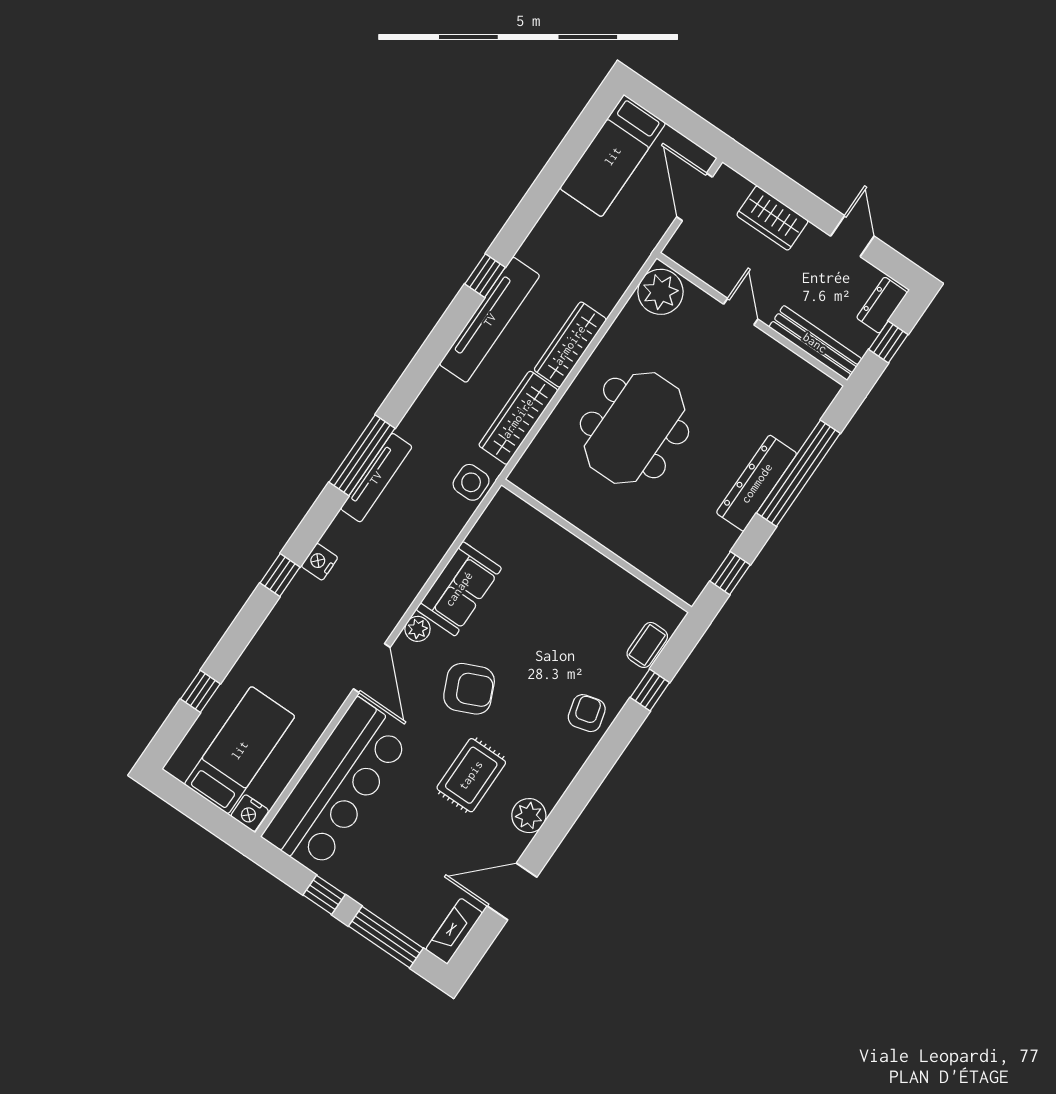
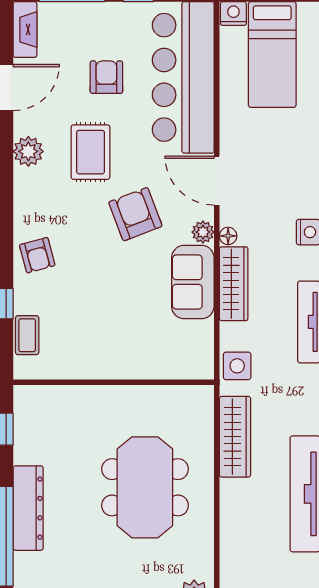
wardrobe: (570, 345) -> (234, 284), moved
floor lamp: (397, 609) -> (228, 236), added
armchair: (469, 689) -> (135, 214), turned 93
armchair: (409, 835) -> (106, 77), added

